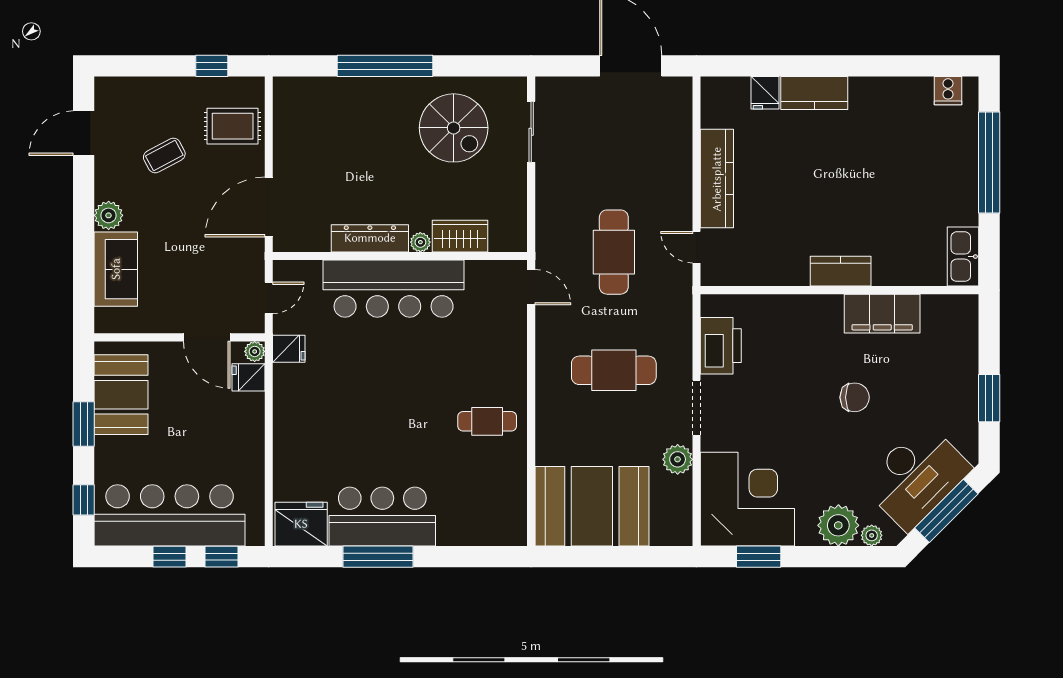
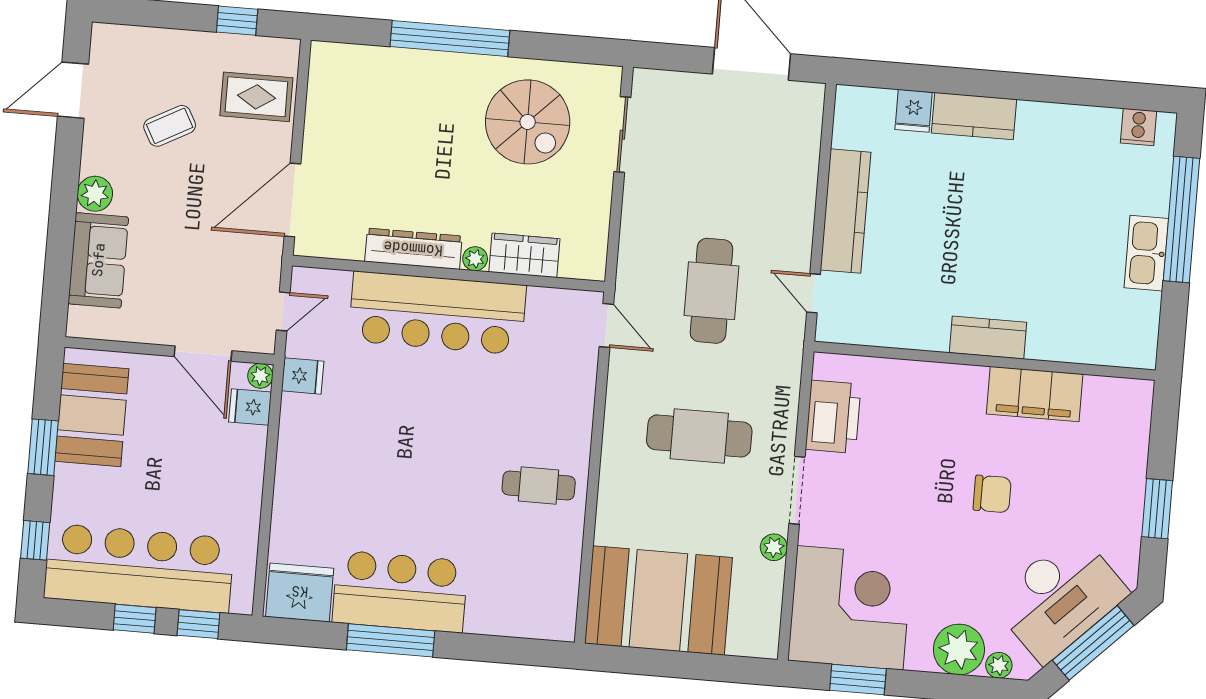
kitchen sink: (963, 257) -> (1146, 253), moved
plant: (678, 459) -> (774, 547), width x0.73, depth x0.73

